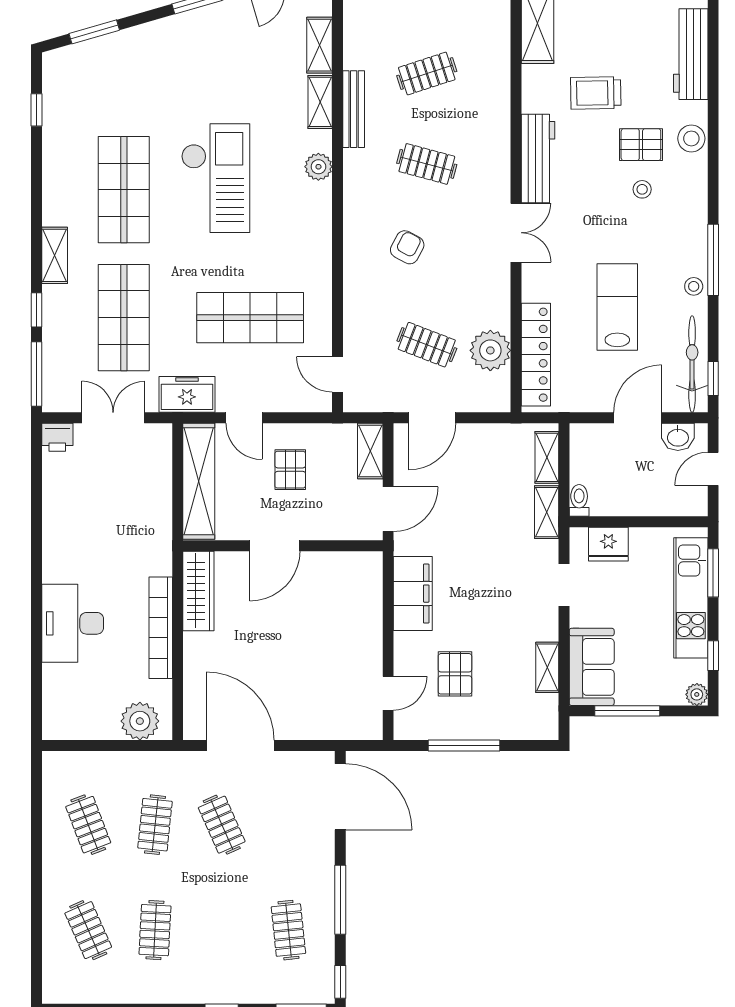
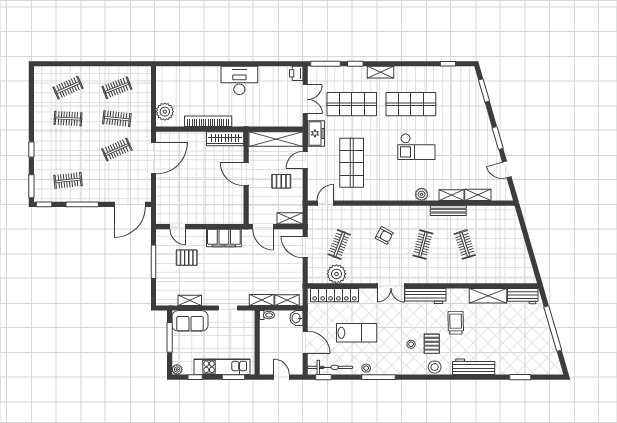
checkout: (216, 178) -> (416, 147), width x0.73, depth x0.83
washbasin: (678, 437) -> (296, 318), moved
fridge: (608, 544) -> (247, 329), removed
desk: (73, 623) -> (239, 80), moved

